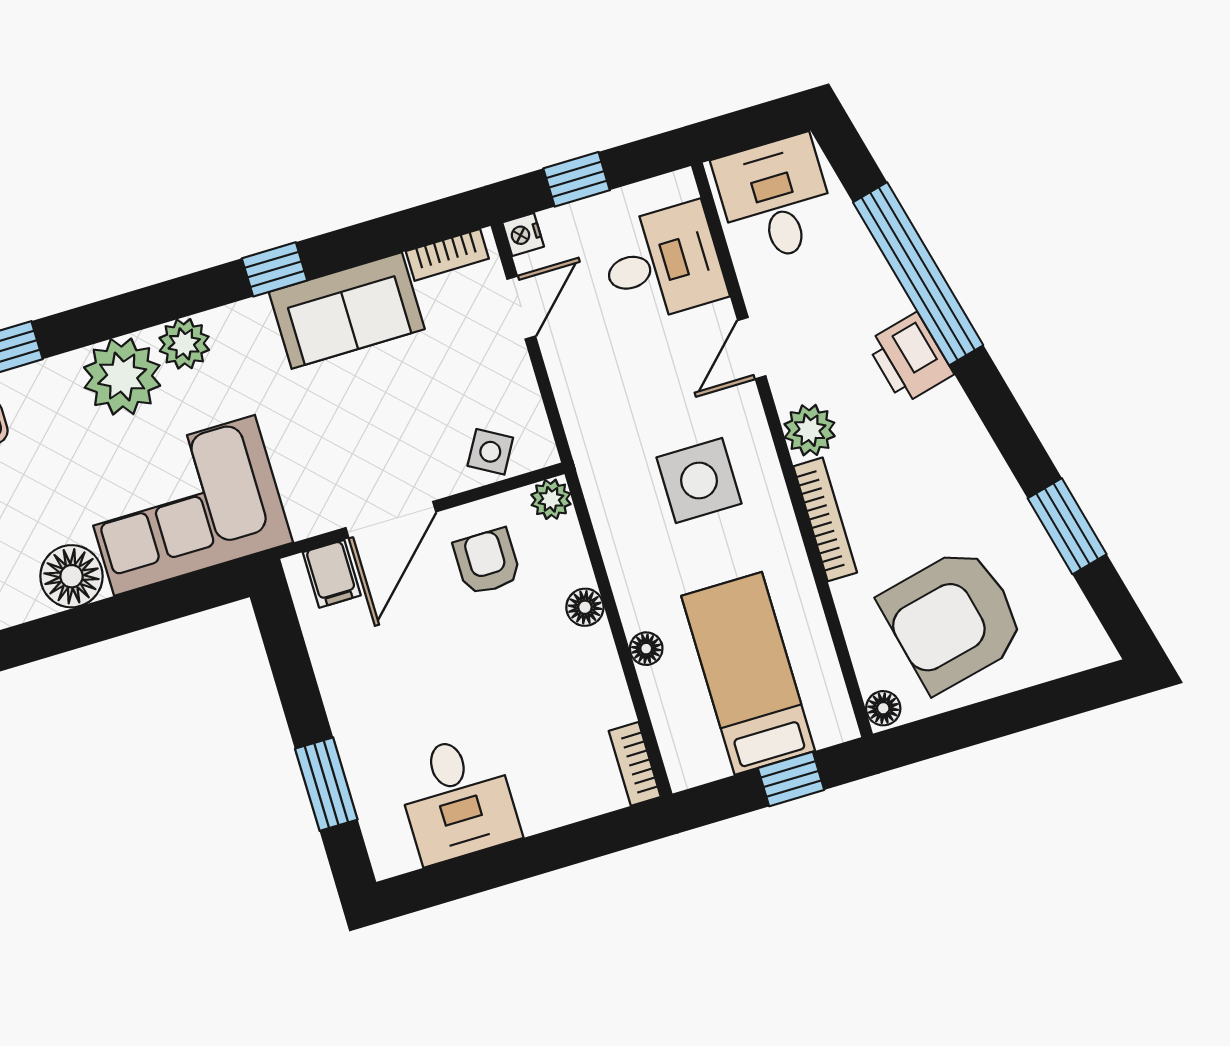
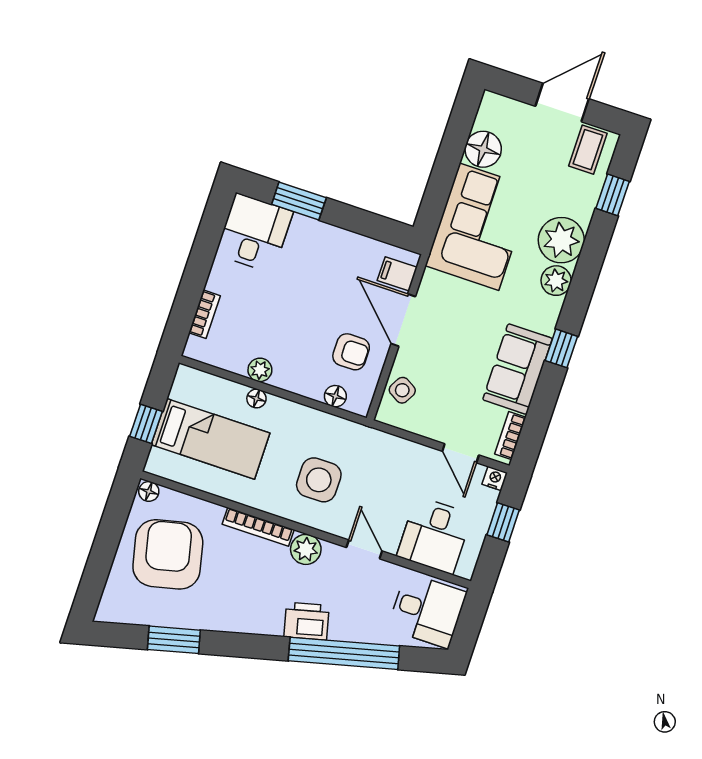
plant: (551, 499) -> (260, 370), moved
floor lamp: (585, 607) -> (335, 396), moved
bookcase: (635, 764) -> (204, 314), moved, turned 90
desk: (457, 799) -> (254, 233), moved, turned 90

